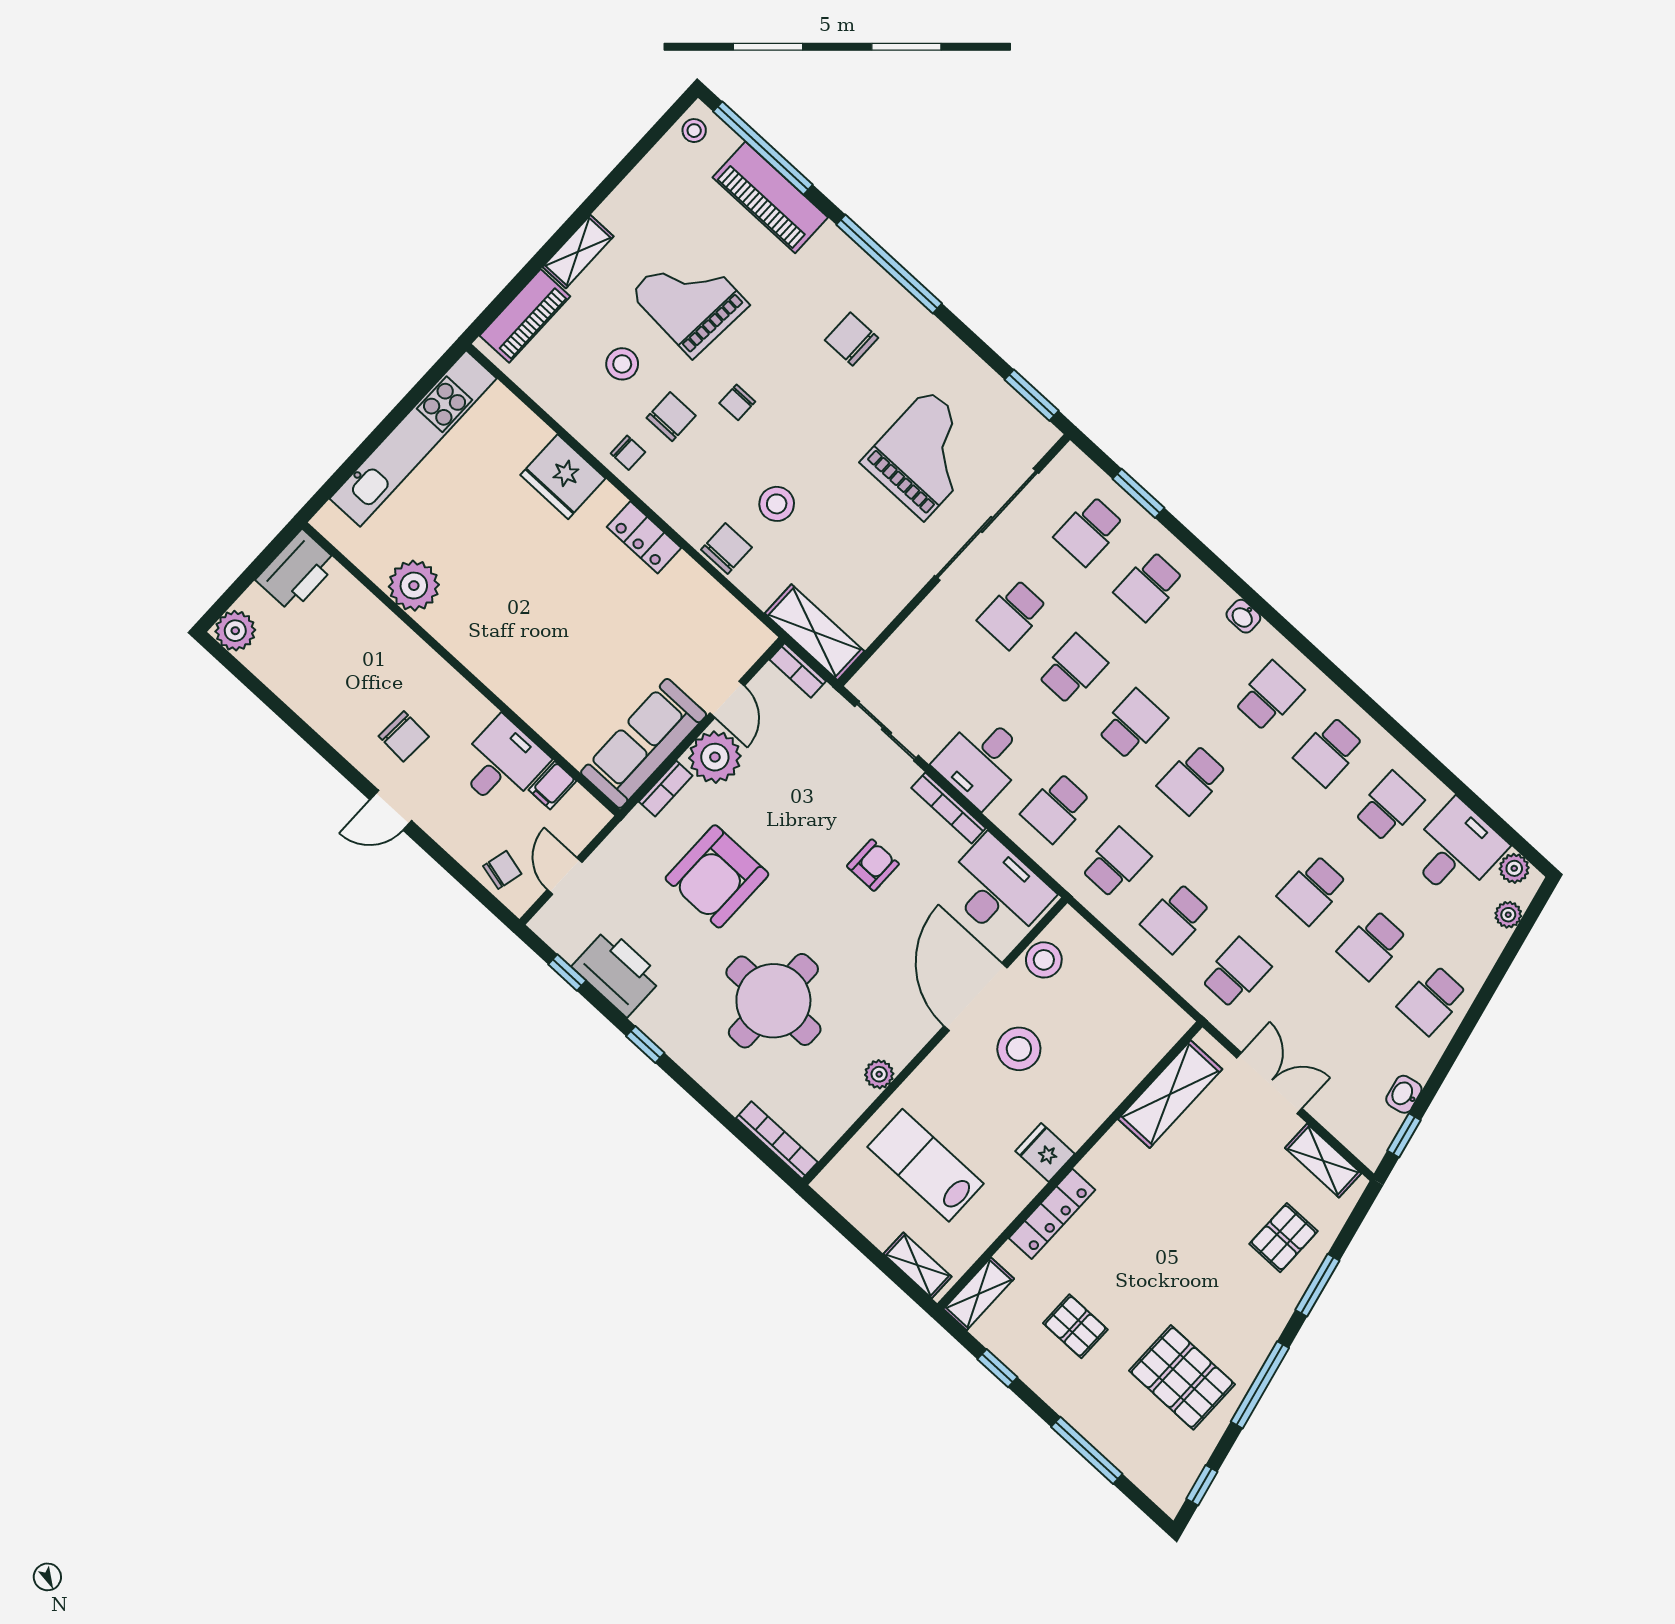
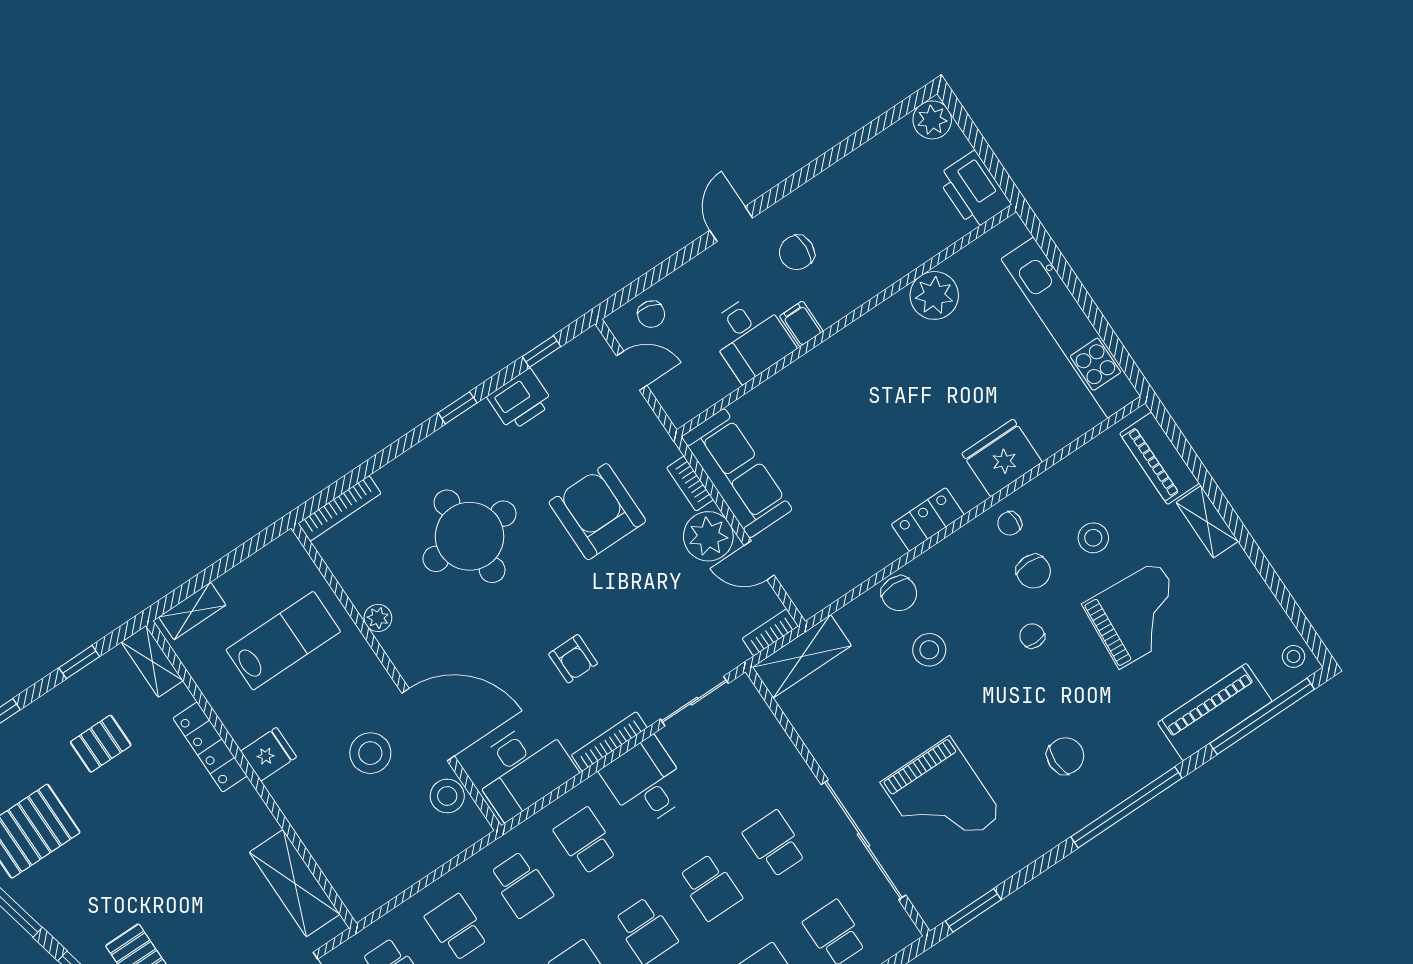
filing cabinet: (552, 785) -> (801, 324), moved
printer: (617, 972) -> (520, 400), width x0.73, depth x0.84

